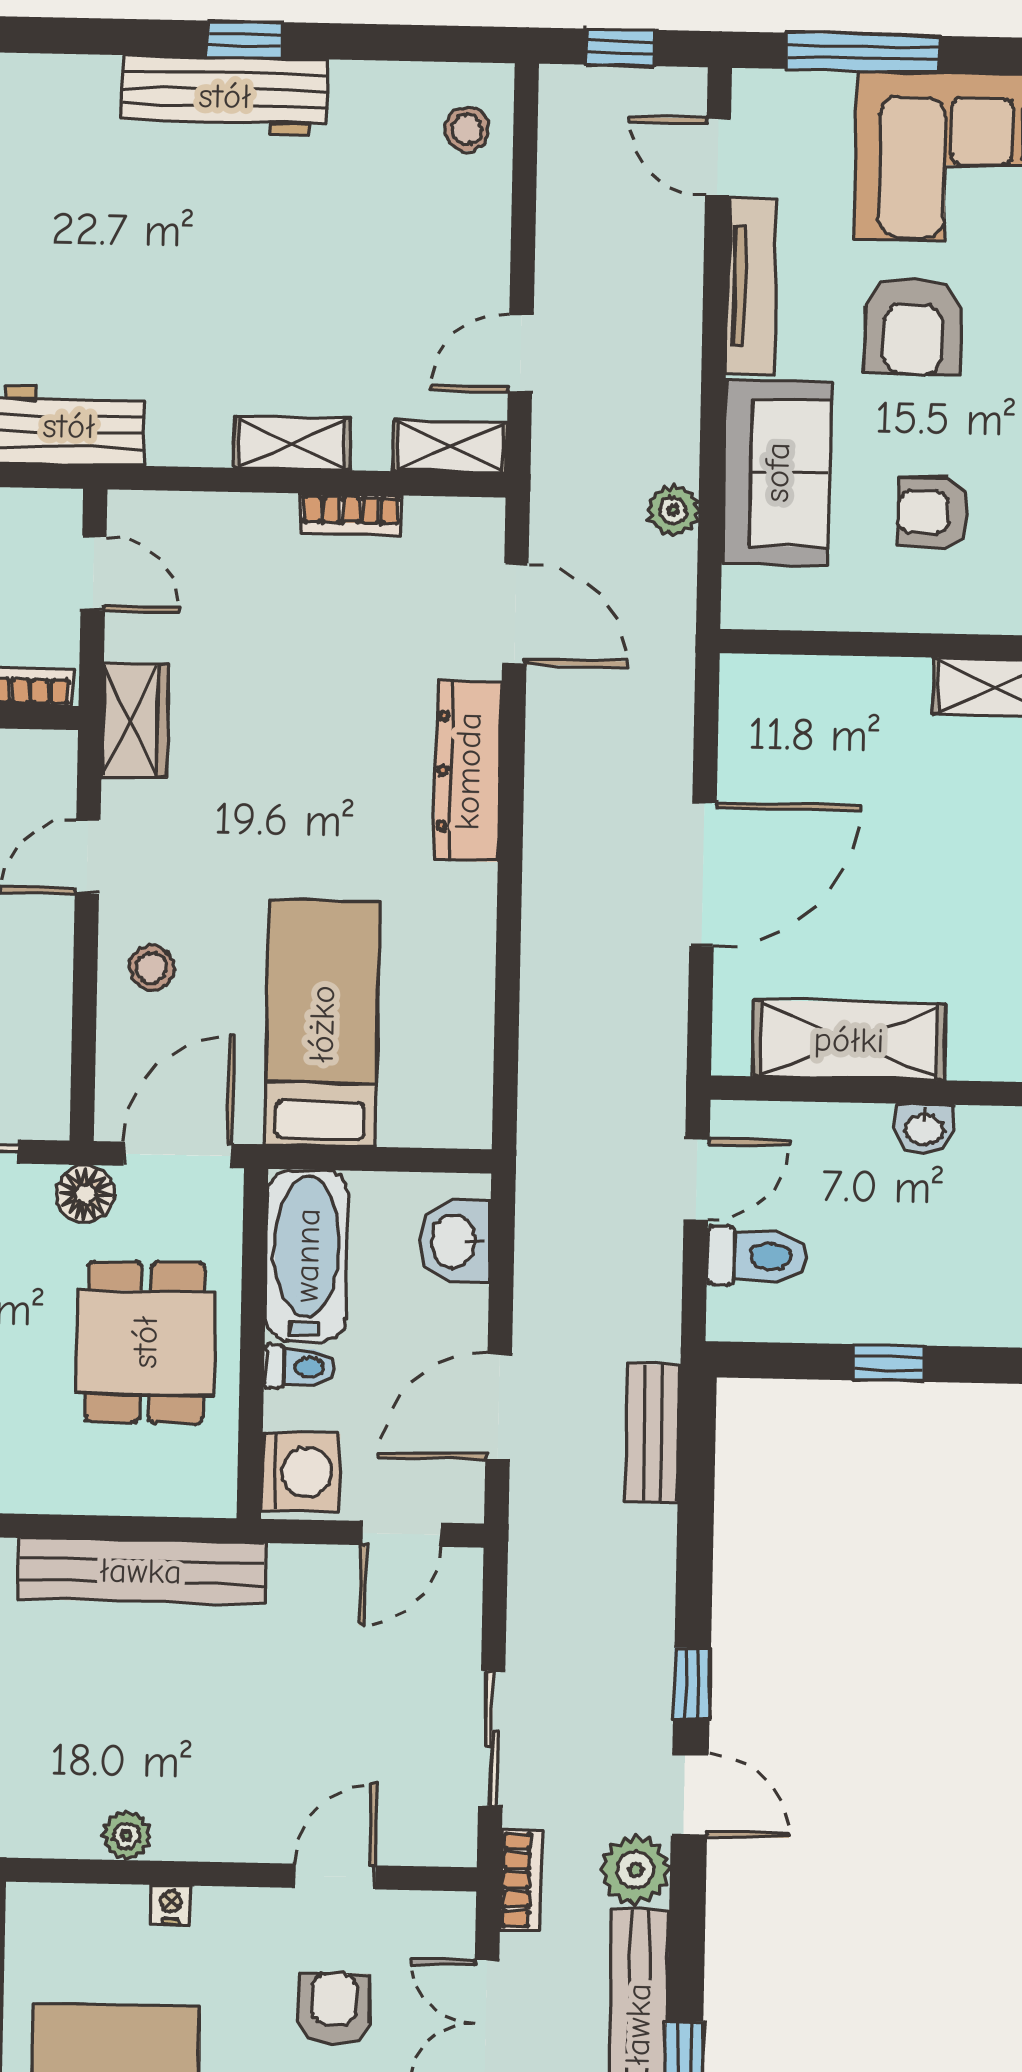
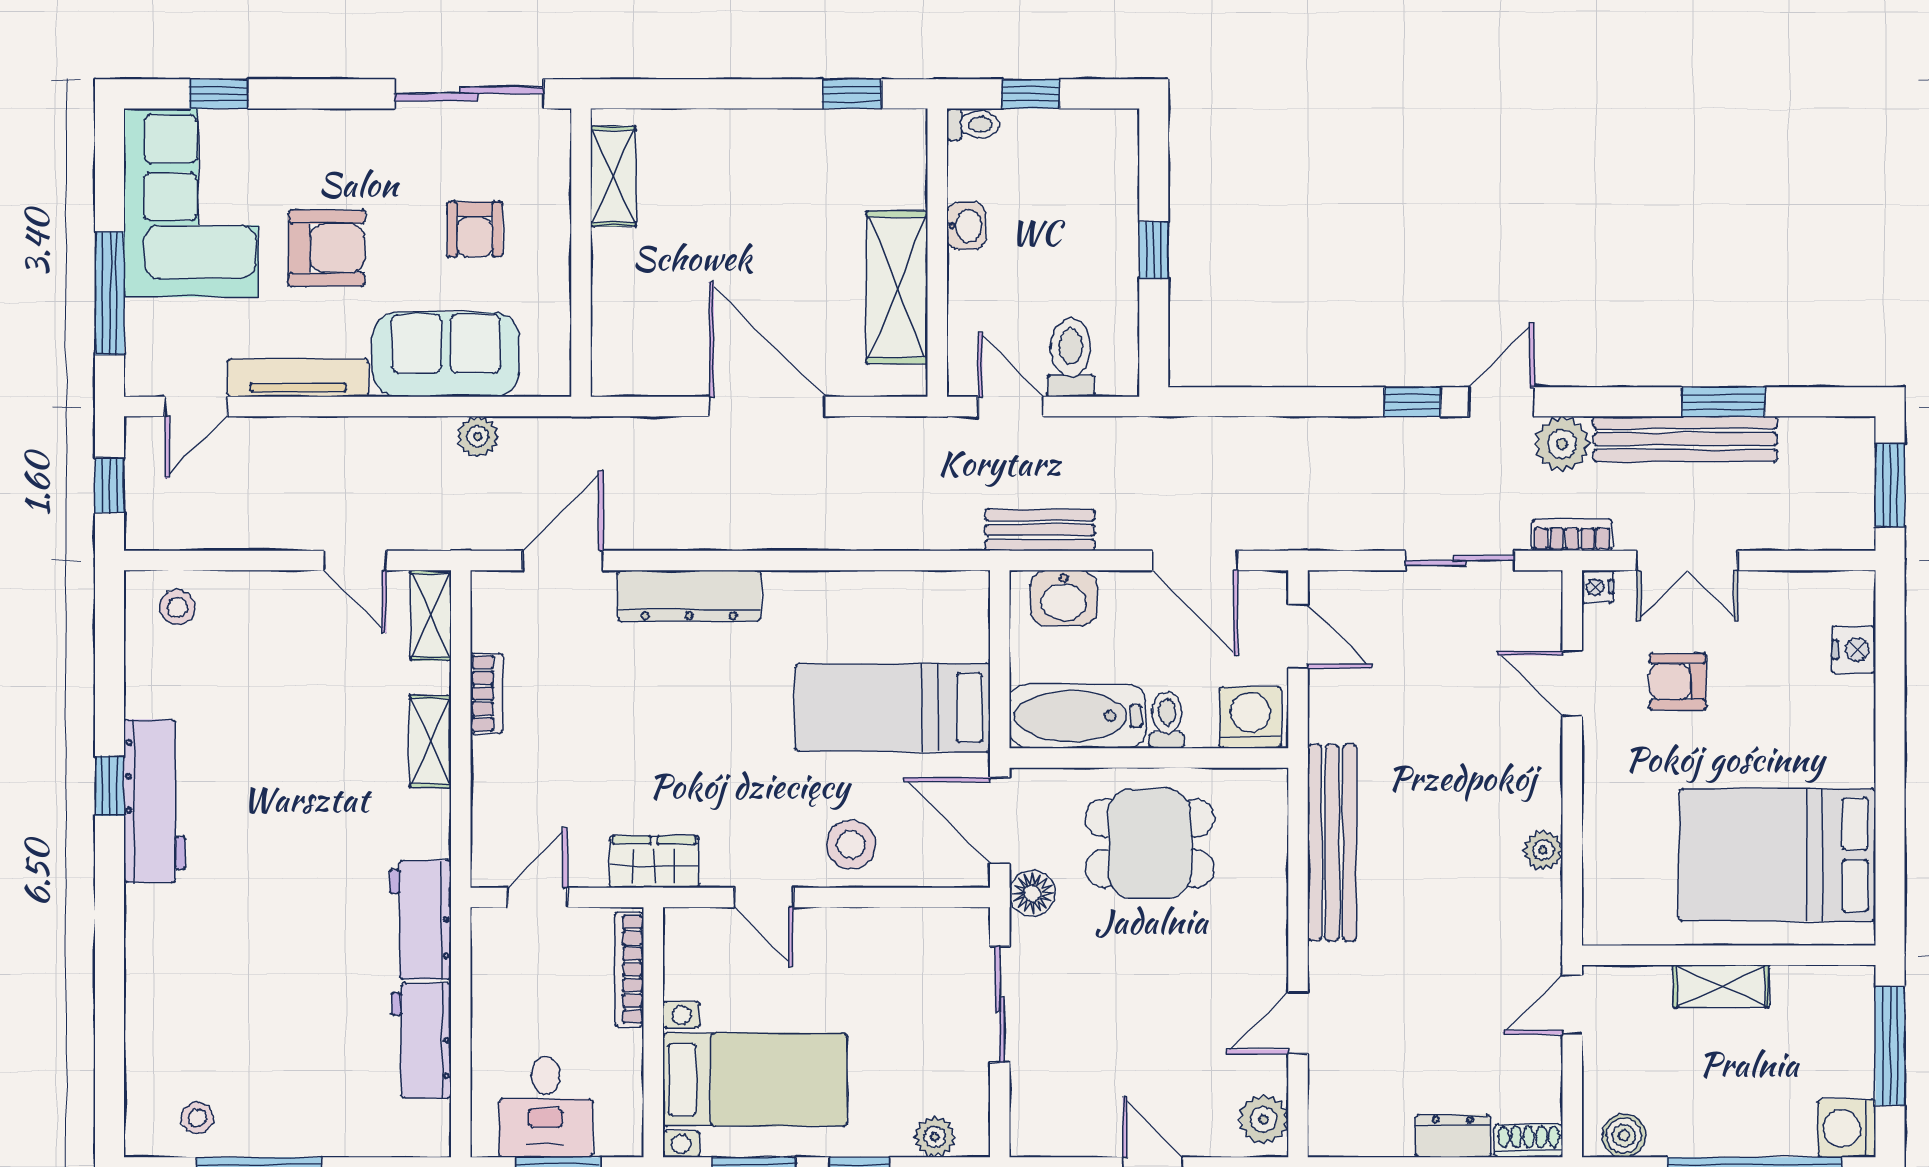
stool: (151, 968) -> (851, 845), width x1.37, depth x1.37
bench: (653, 1433) -> (1040, 530), moved
nightstand: (171, 1905) -> (1598, 587), moved

